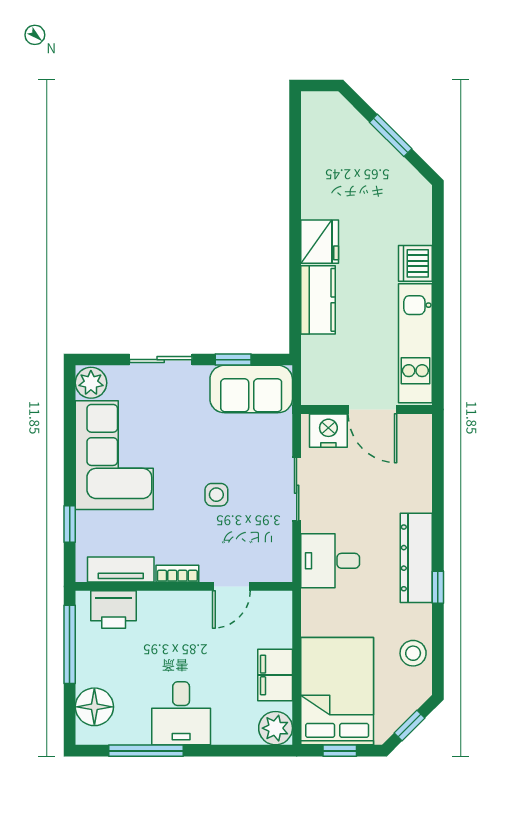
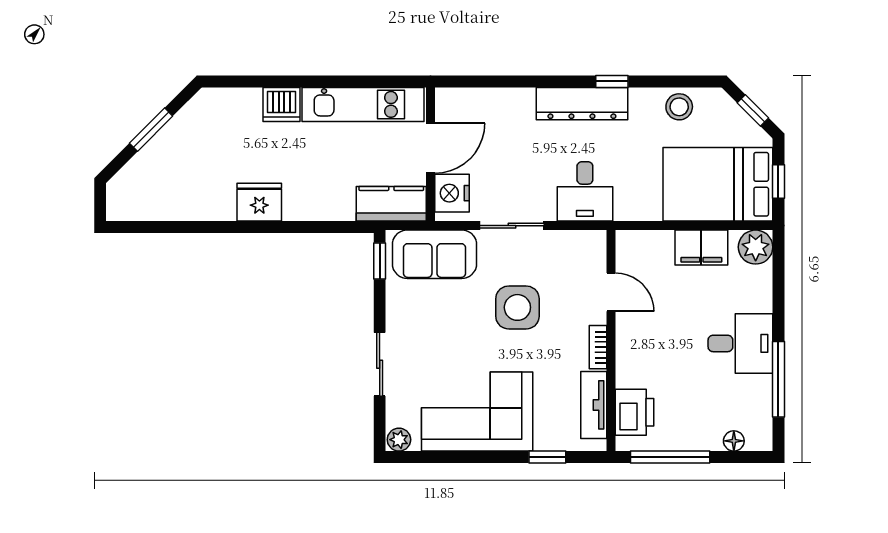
kitchen counter: (318, 300) -> (391, 204), moved
window: (233, 360) -> (380, 261), moved
plant: (91, 383) -> (399, 440), width x0.73, depth x0.73
sofa: (251, 389) -> (434, 254), moved, turned 90
side table: (216, 495) -> (517, 307), width x1.87, depth x1.87
floor lamp: (94, 707) -> (734, 441), width x0.53, depth x0.53

